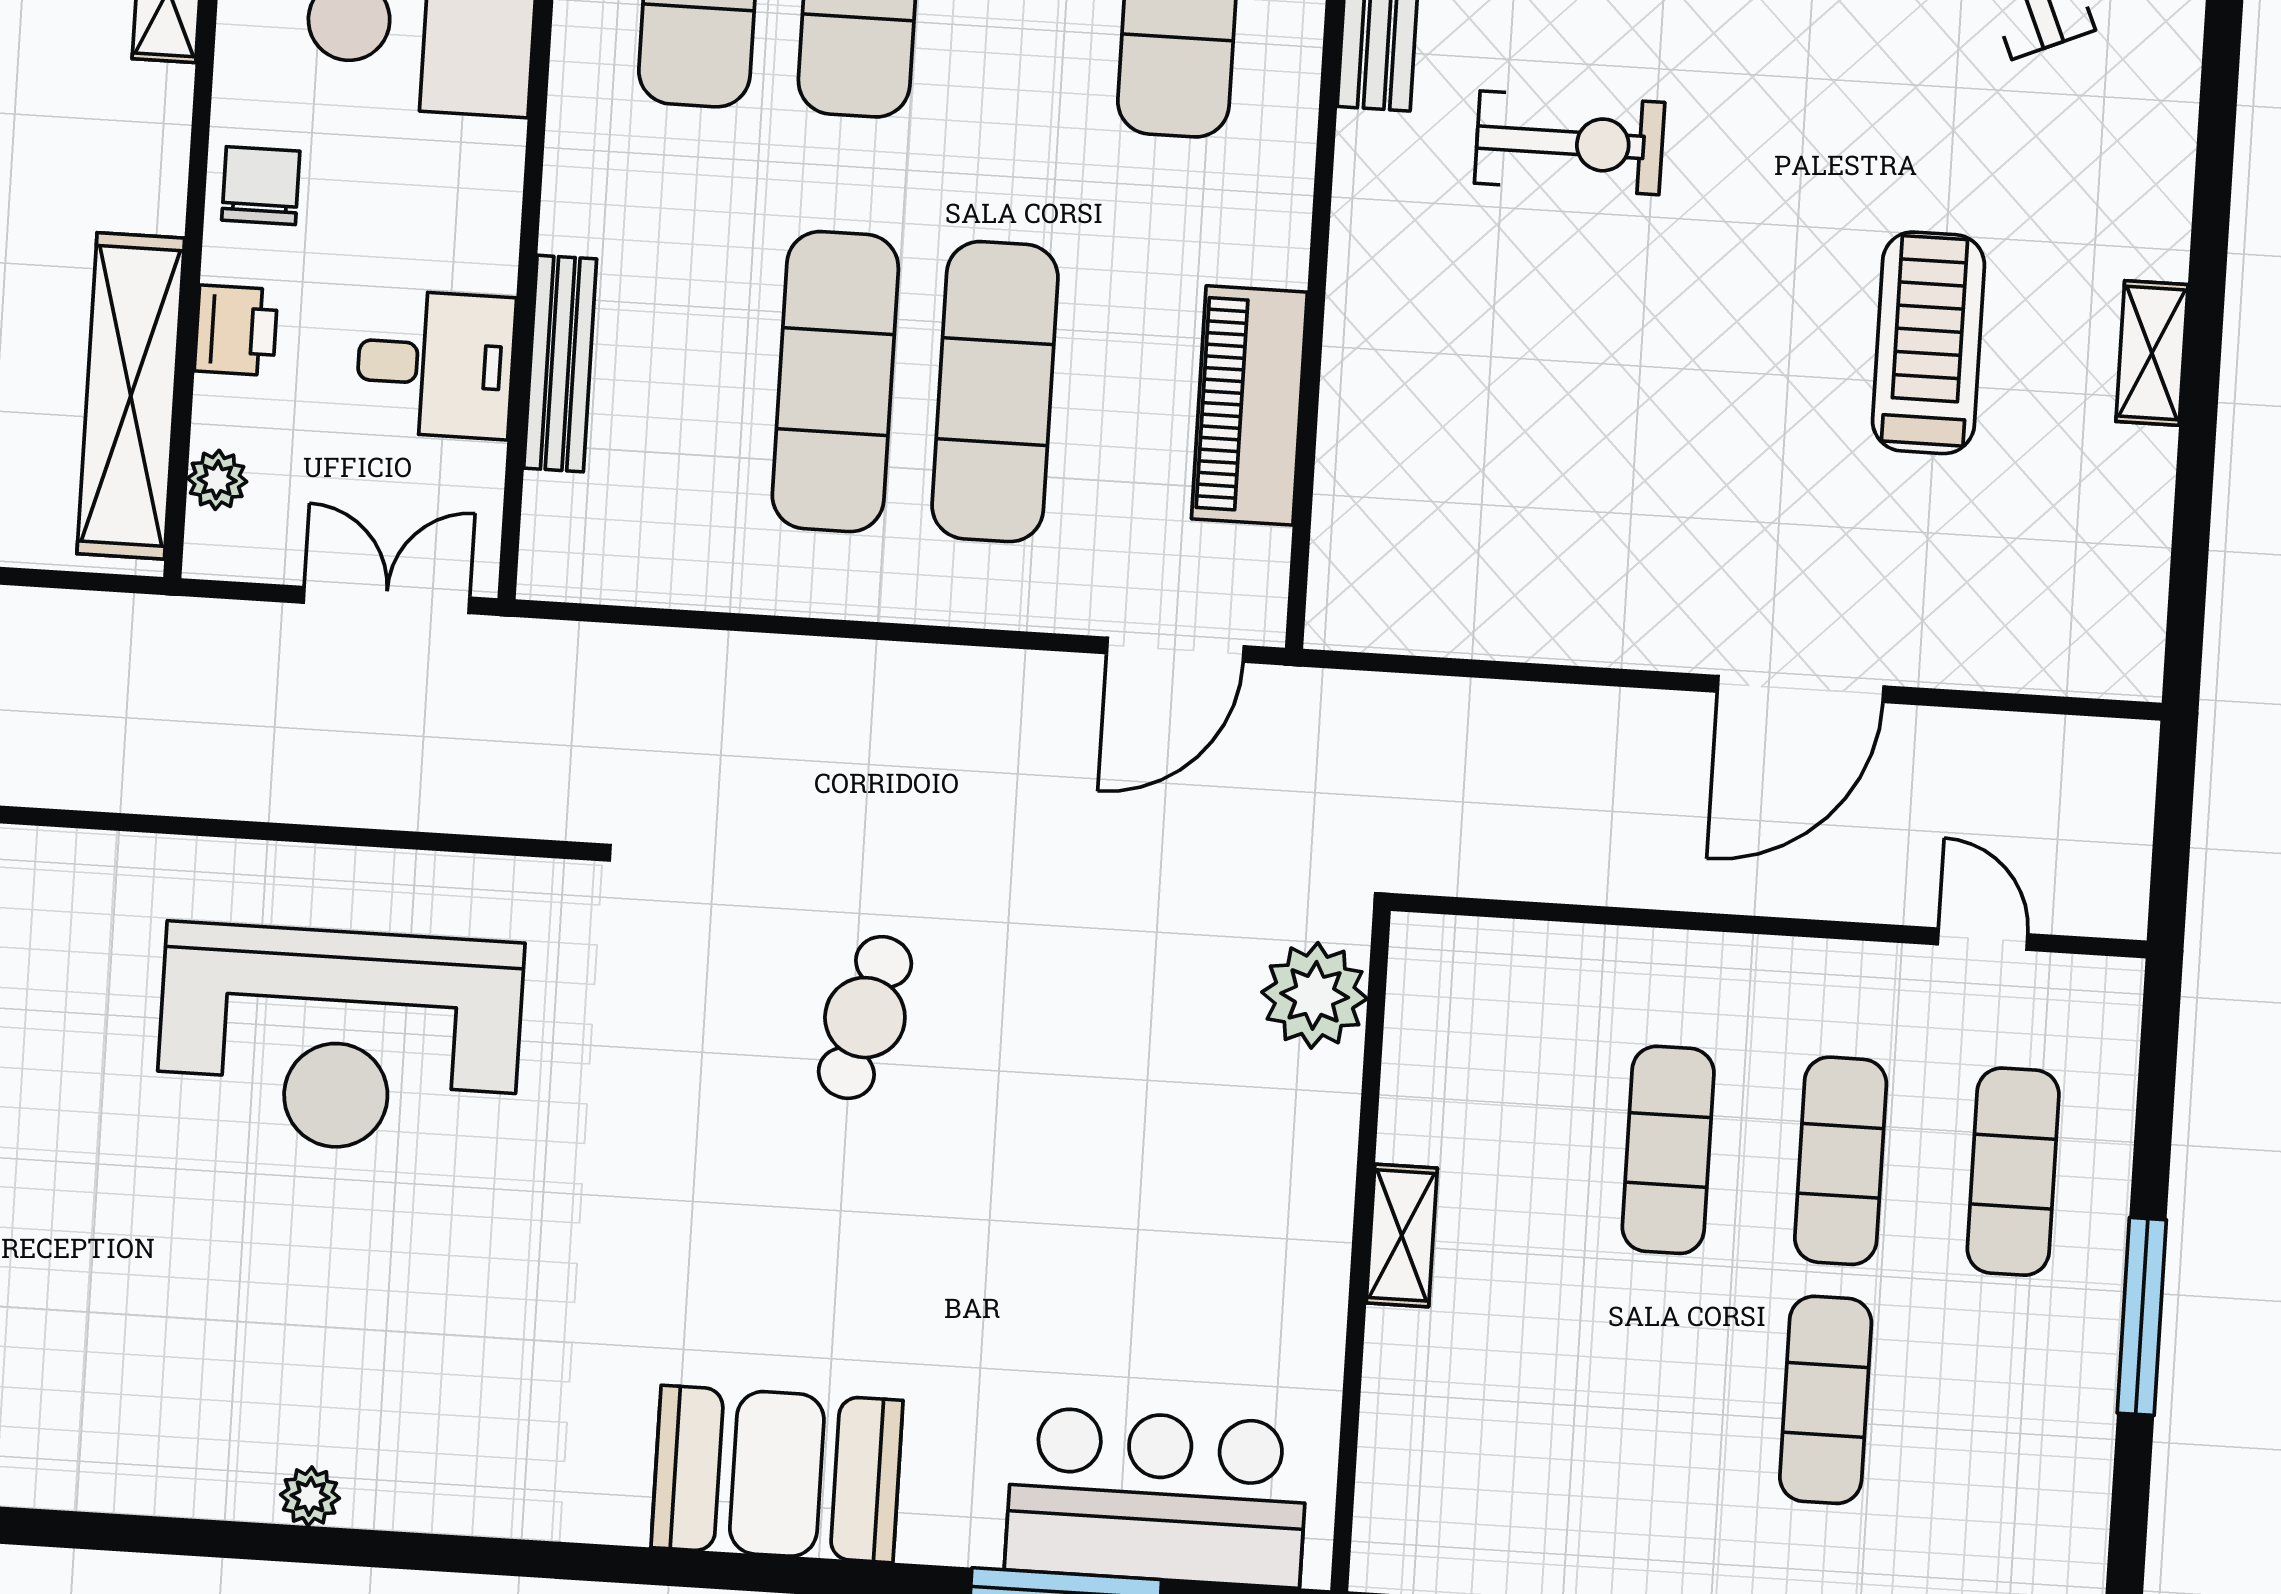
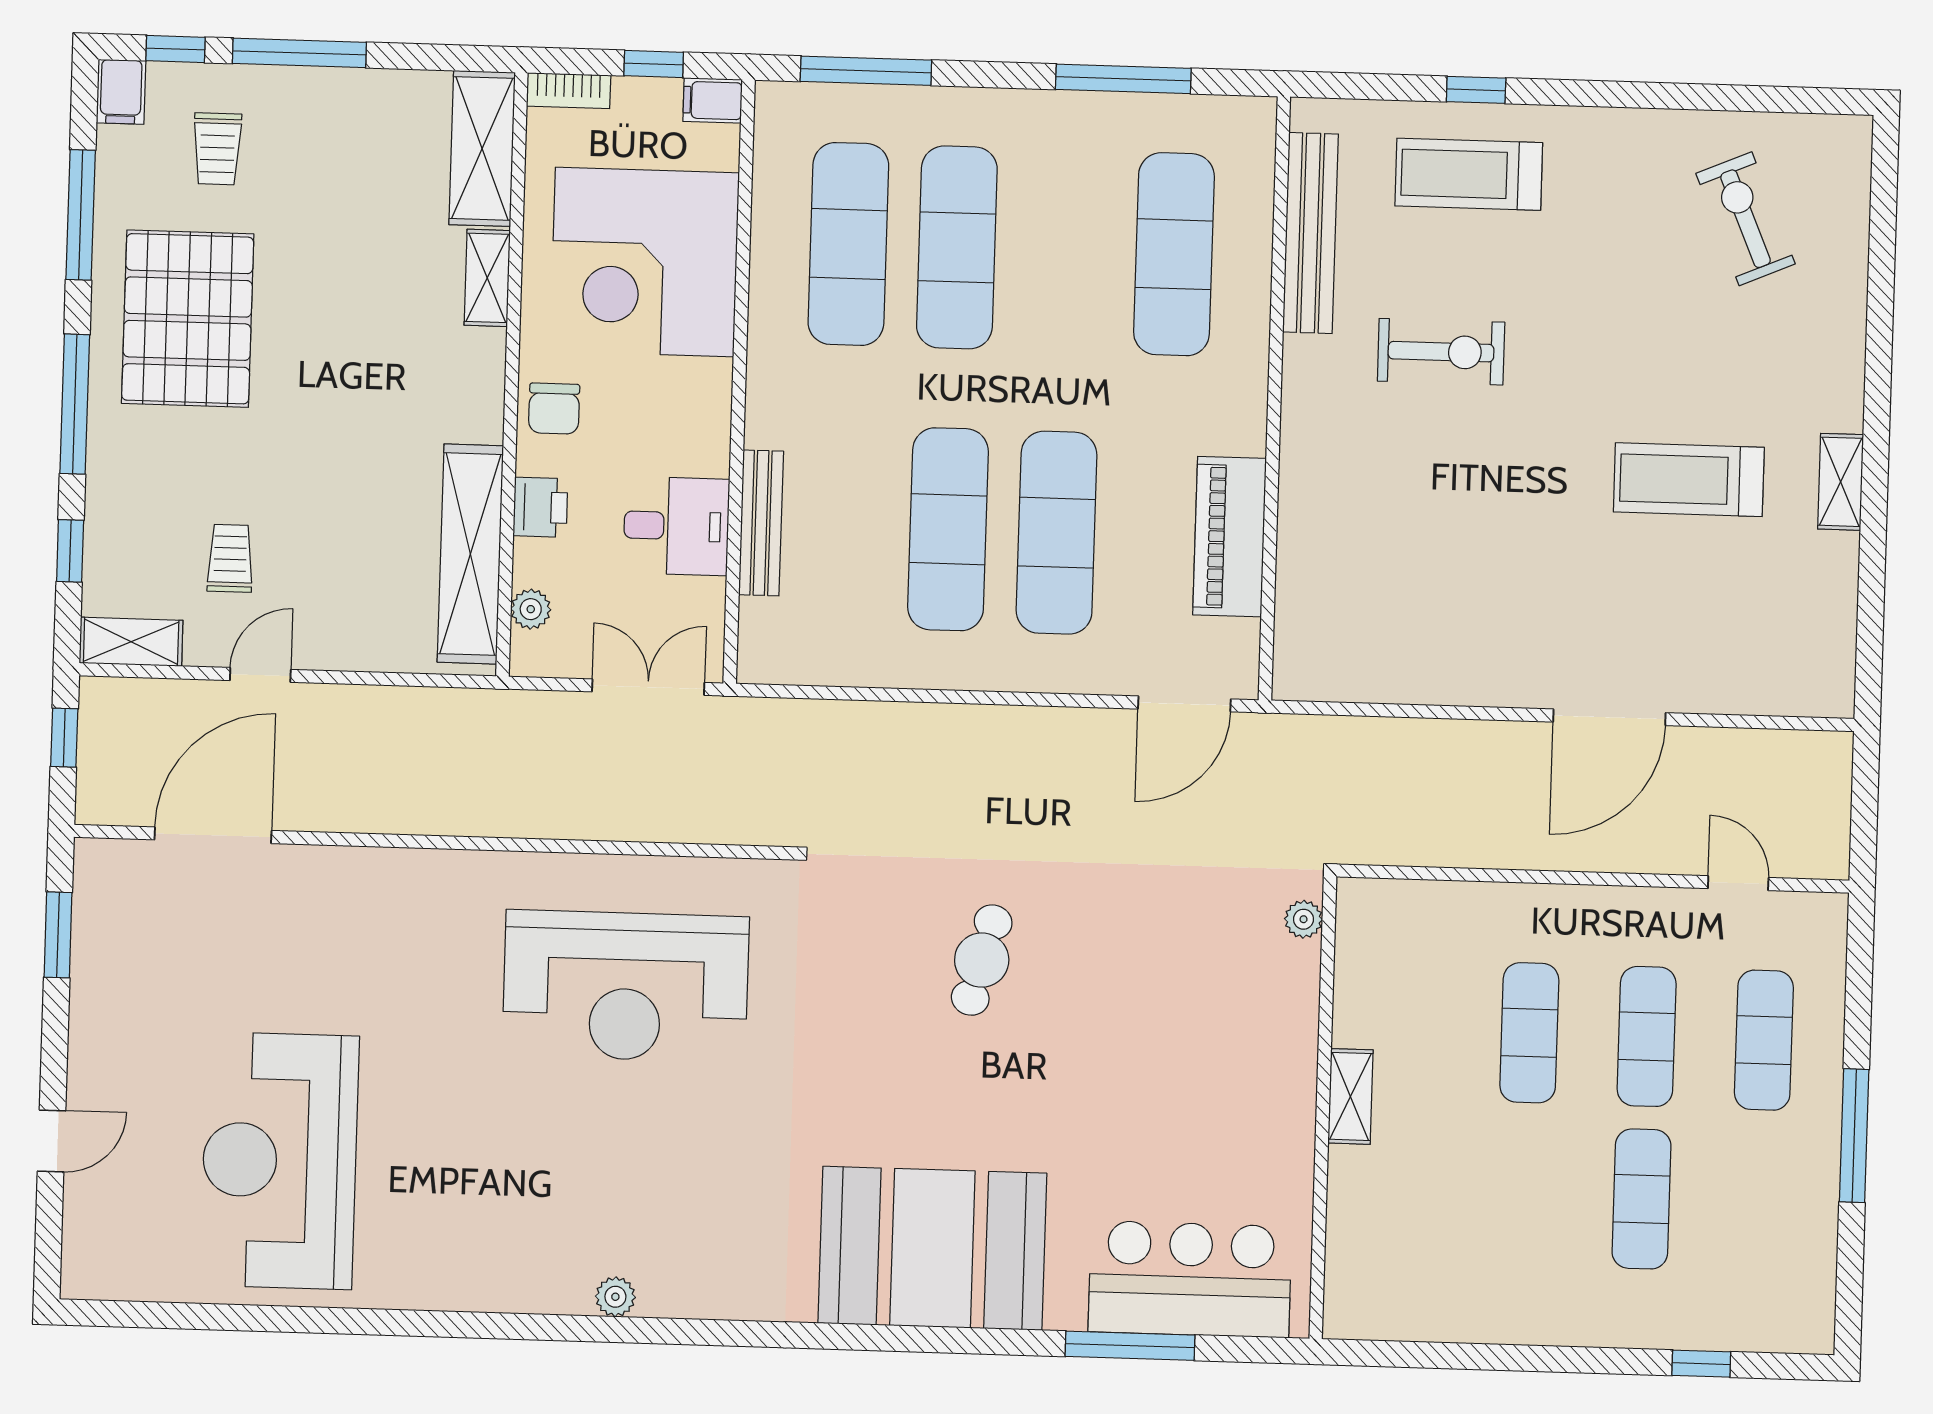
chair: (261, 186) -> (554, 409), turned 180
treadmill: (1928, 343) -> (1689, 480), turned -90
plant: (1315, 995) -> (1304, 919), width x0.53, depth x0.53
booth: (777, 1474) -> (932, 1248), width x1.36, depth x1.42

